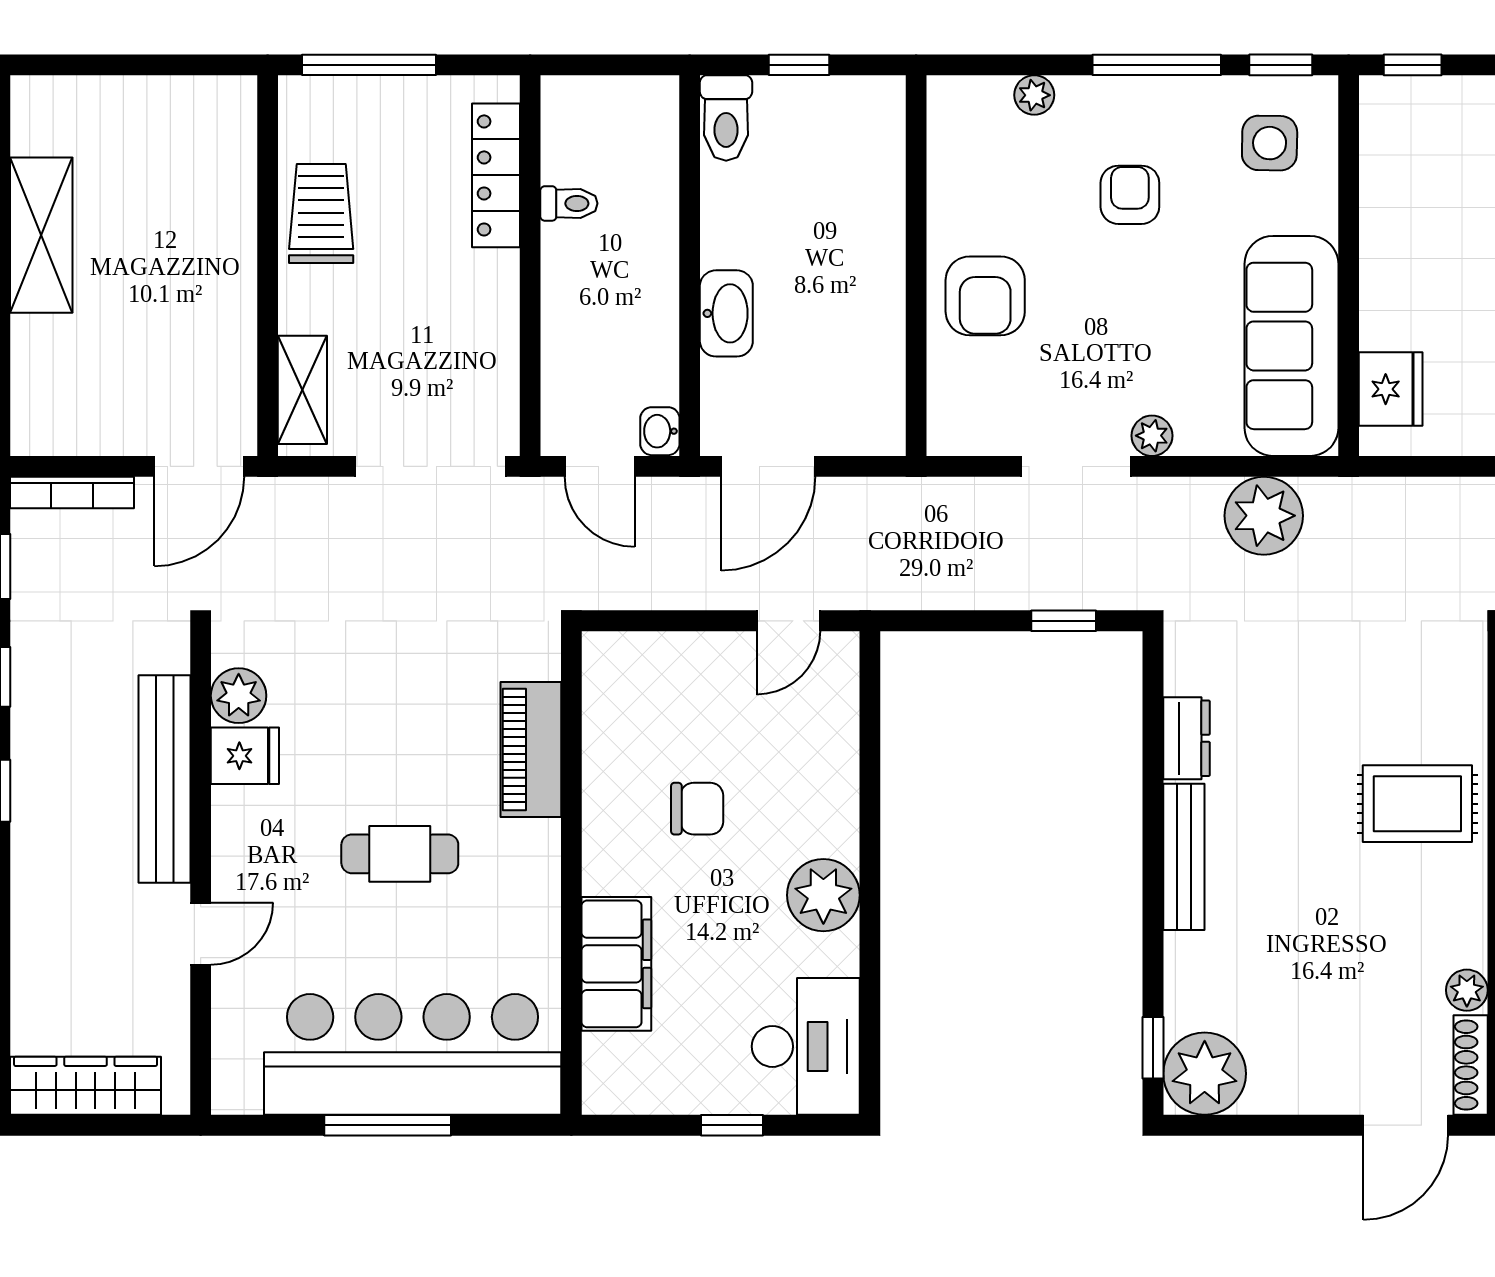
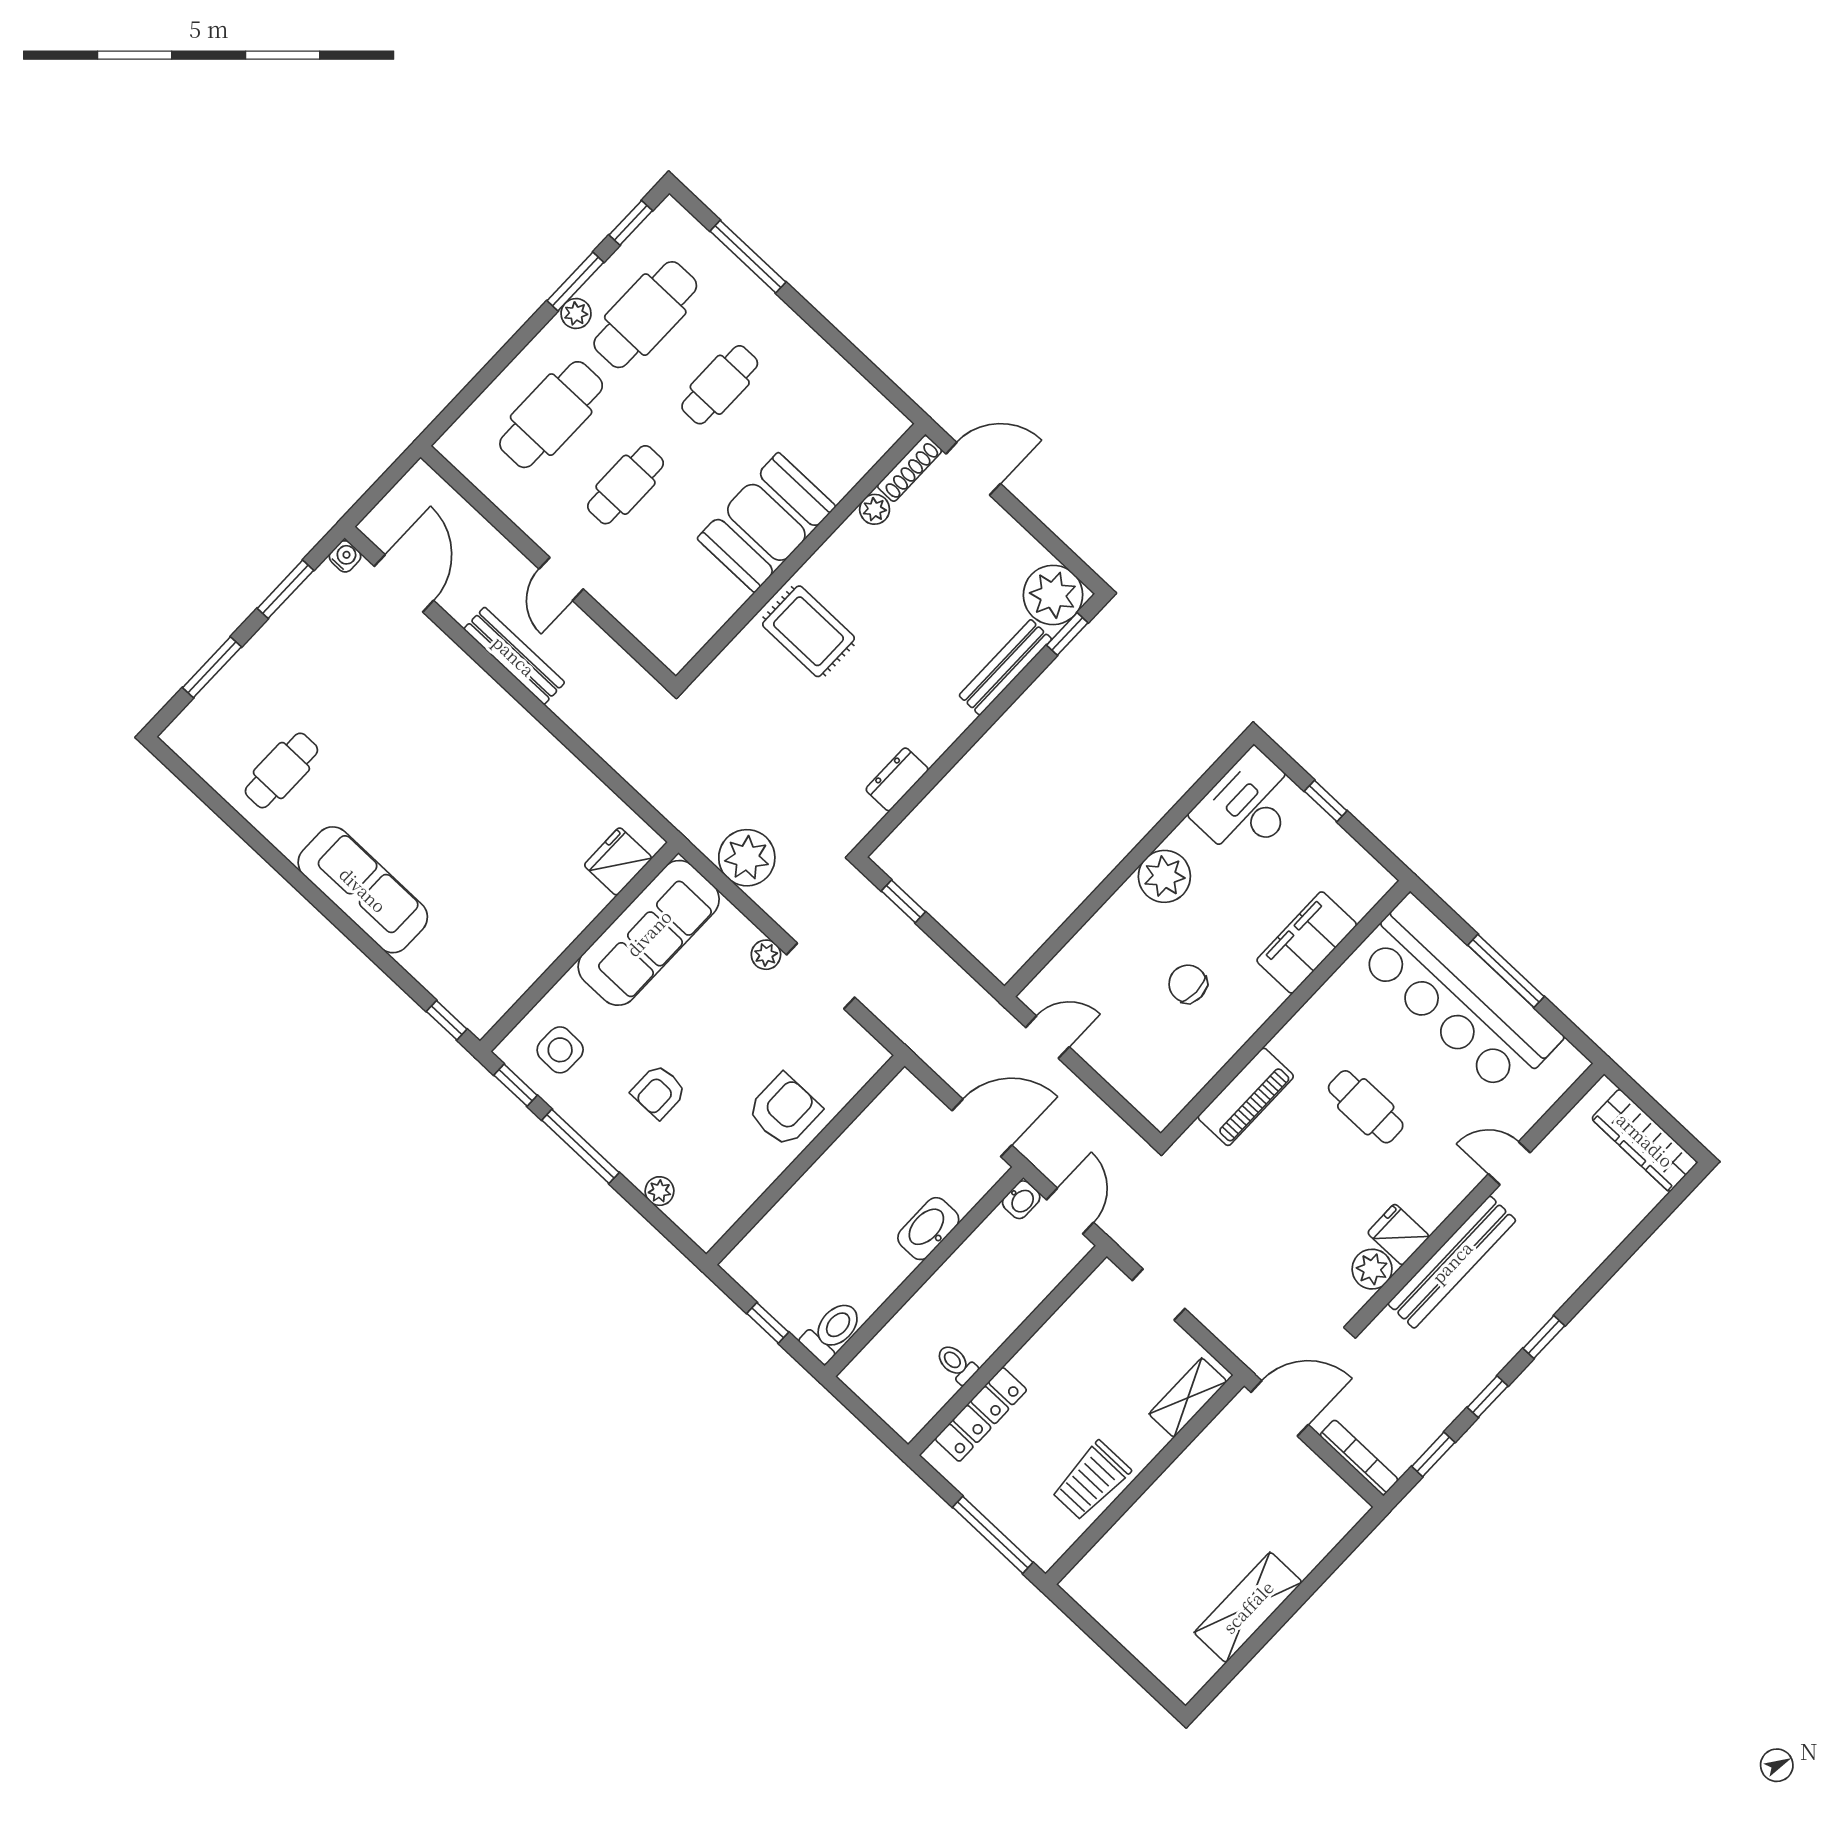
doorway: (430, 466) -> (1159, 1294), width x0.53
bench: (1184, 857) -> (1005, 667), moved

